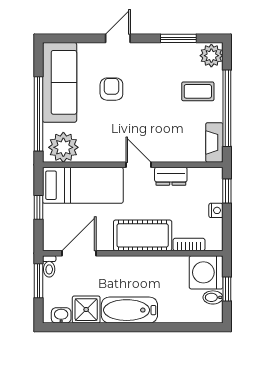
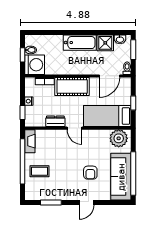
plant: (211, 56) -> (32, 192), removed
window: (39, 114) -> (133, 173), moved
window: (39, 281) -> (133, 50), moved

